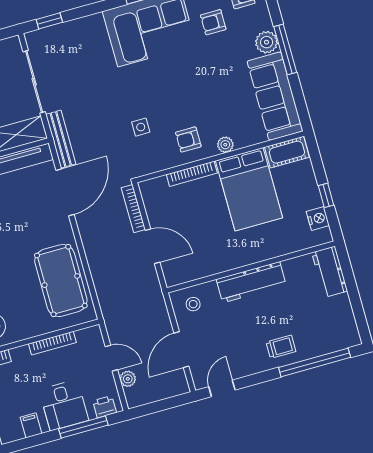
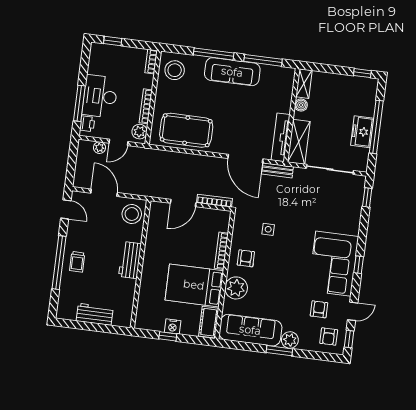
window: (285, 50) -> (279, 351), width x0.69
bench: (61, 139) -> (277, 170), width x0.73
plant: (225, 145) -> (236, 288), width x1.87, depth x1.87
nightstand: (318, 218) -> (173, 326), moved
workbench: (330, 272) -> (95, 314), moved
workbench: (251, 282) -> (130, 260), width x0.73
stool: (193, 304) -> (132, 214), width x1.89, depth x1.89
plant: (87, 338) -> (140, 132), added
window: (315, 362) -> (59, 263), moved
desk: (64, 405) -> (100, 96), width x1.37
filing cabinet: (31, 425) -> (96, 68), removed

